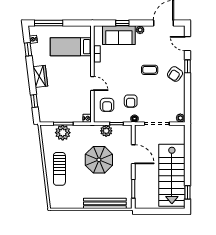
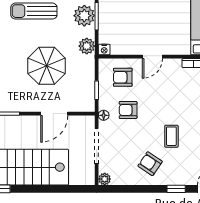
armchair: (175, 74) -> (150, 164), moved
plant: (106, 131) -> (87, 46), moved

